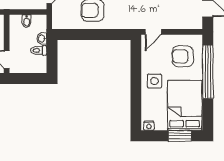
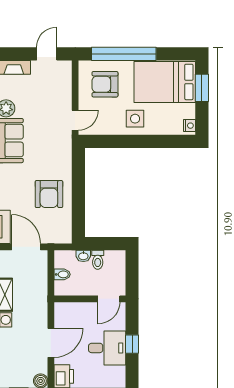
door: (153, 32) -> (75, 120), hinge flipped
armchair: (183, 56) -> (105, 84), turned 90

